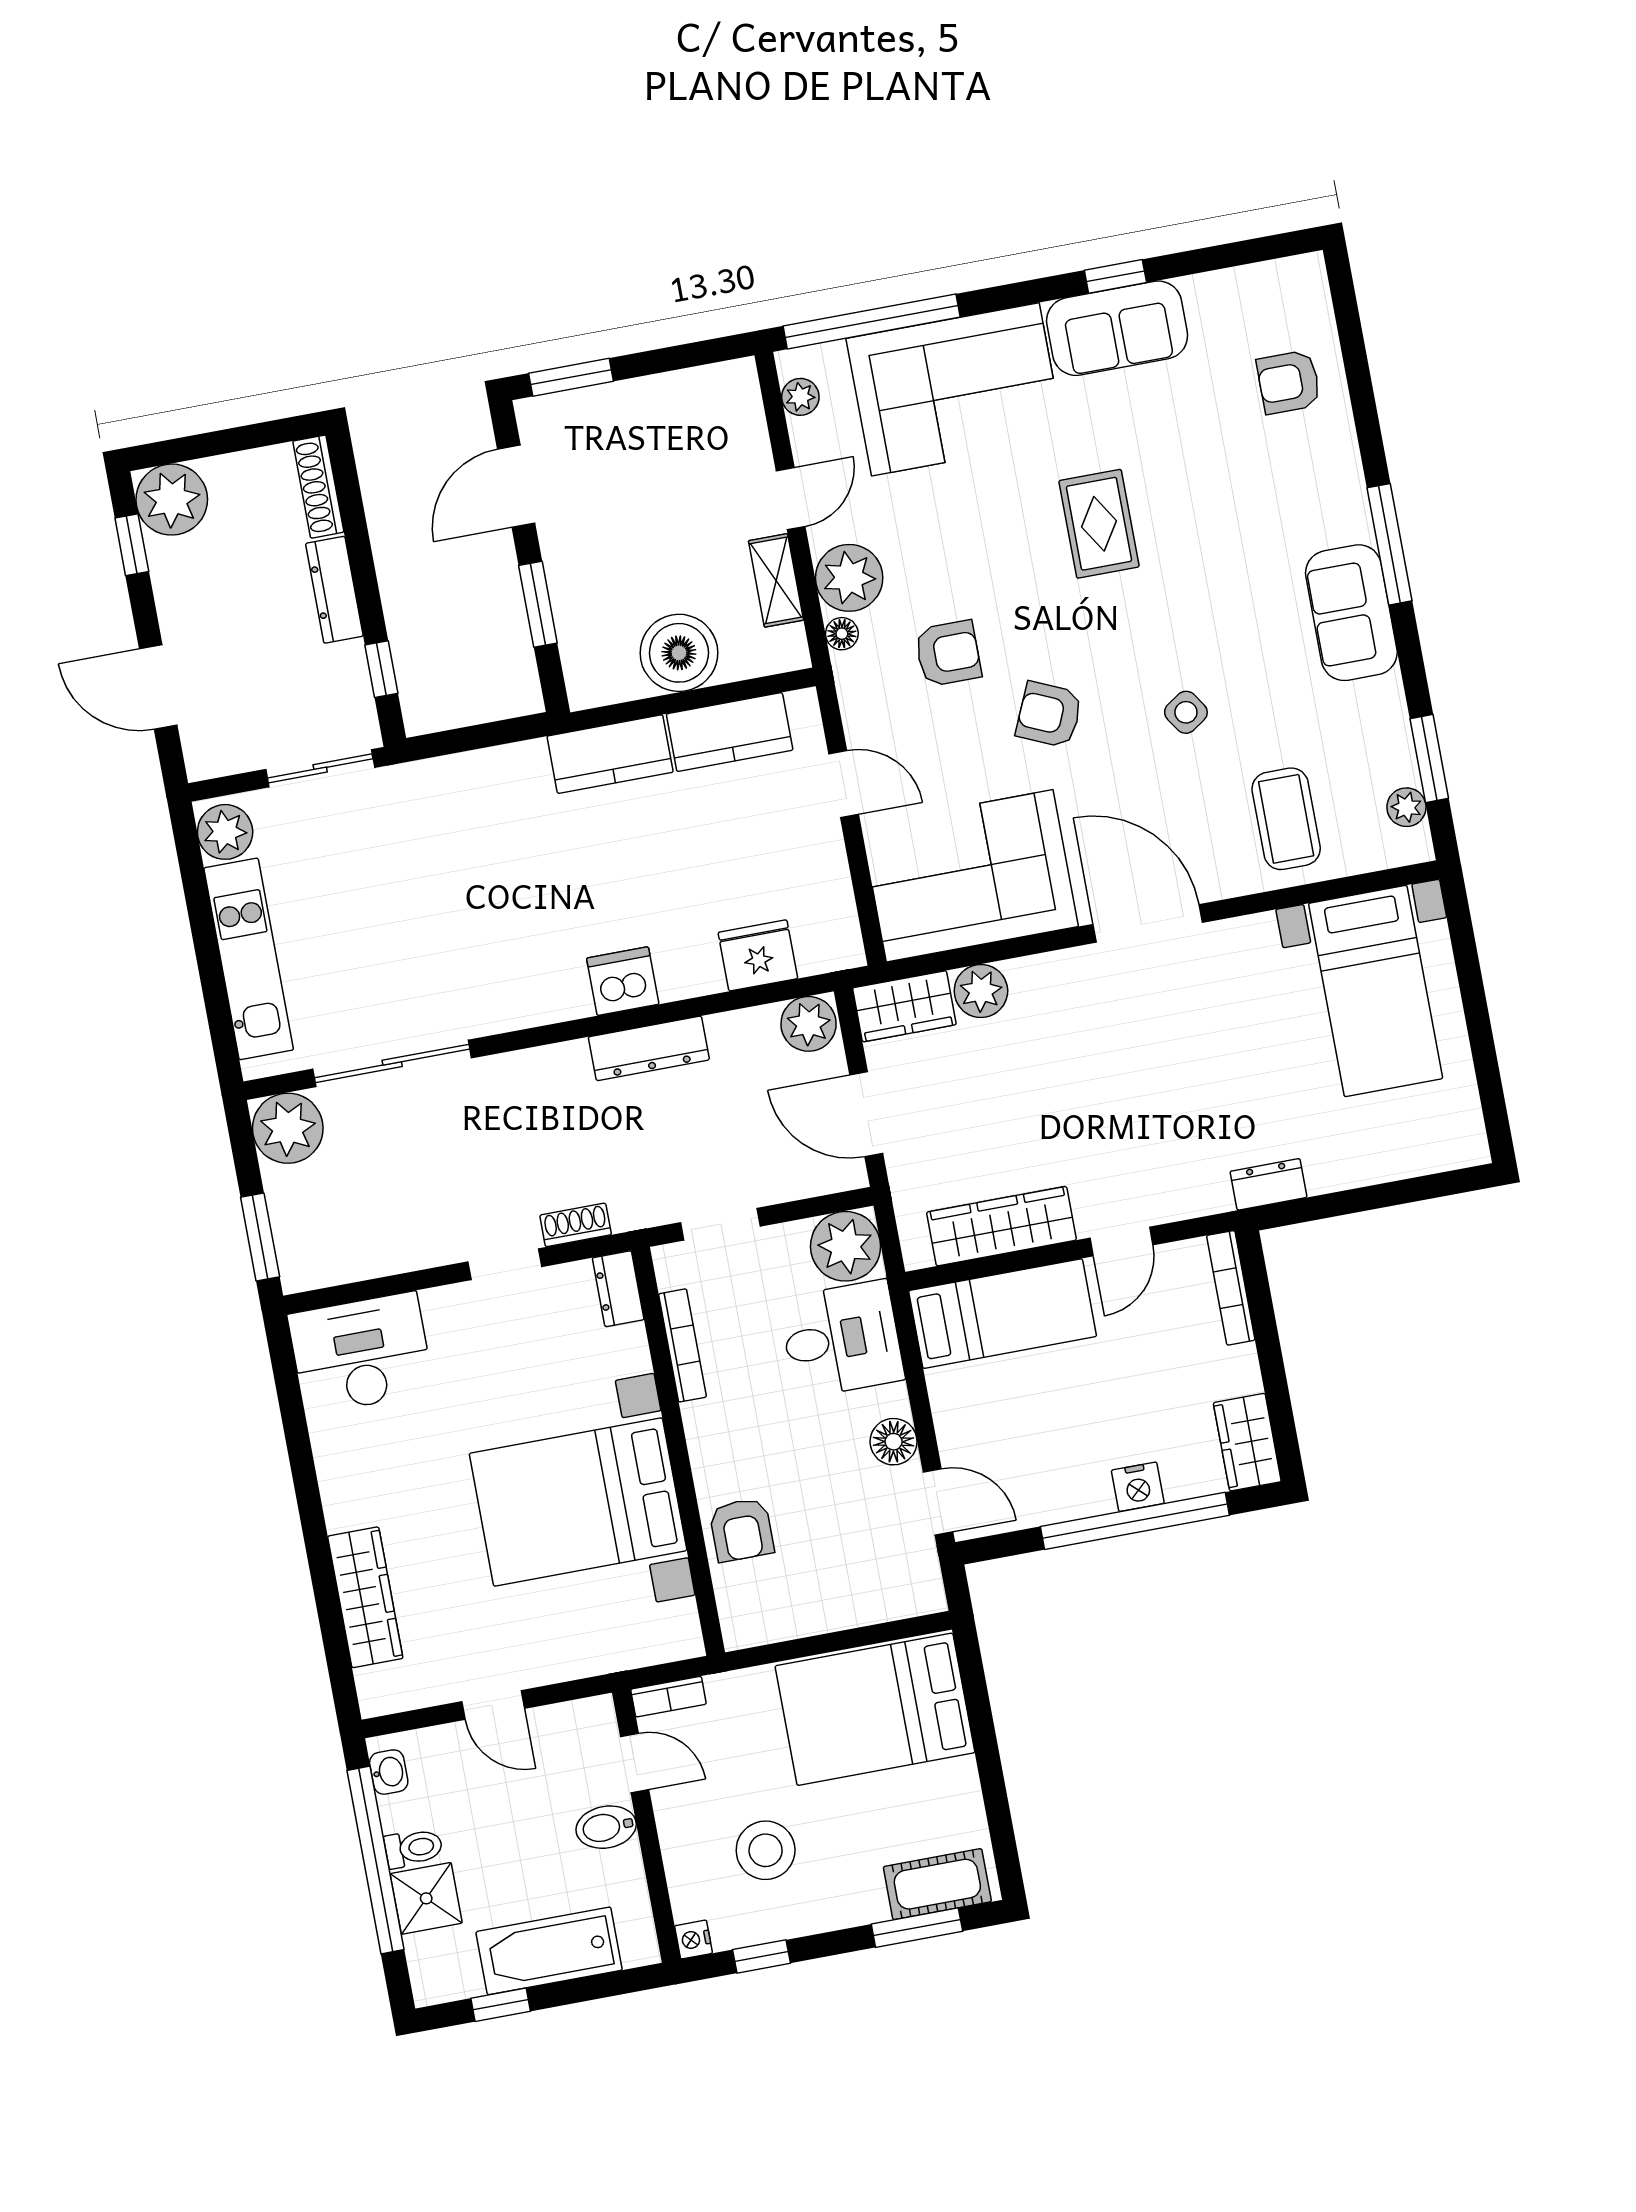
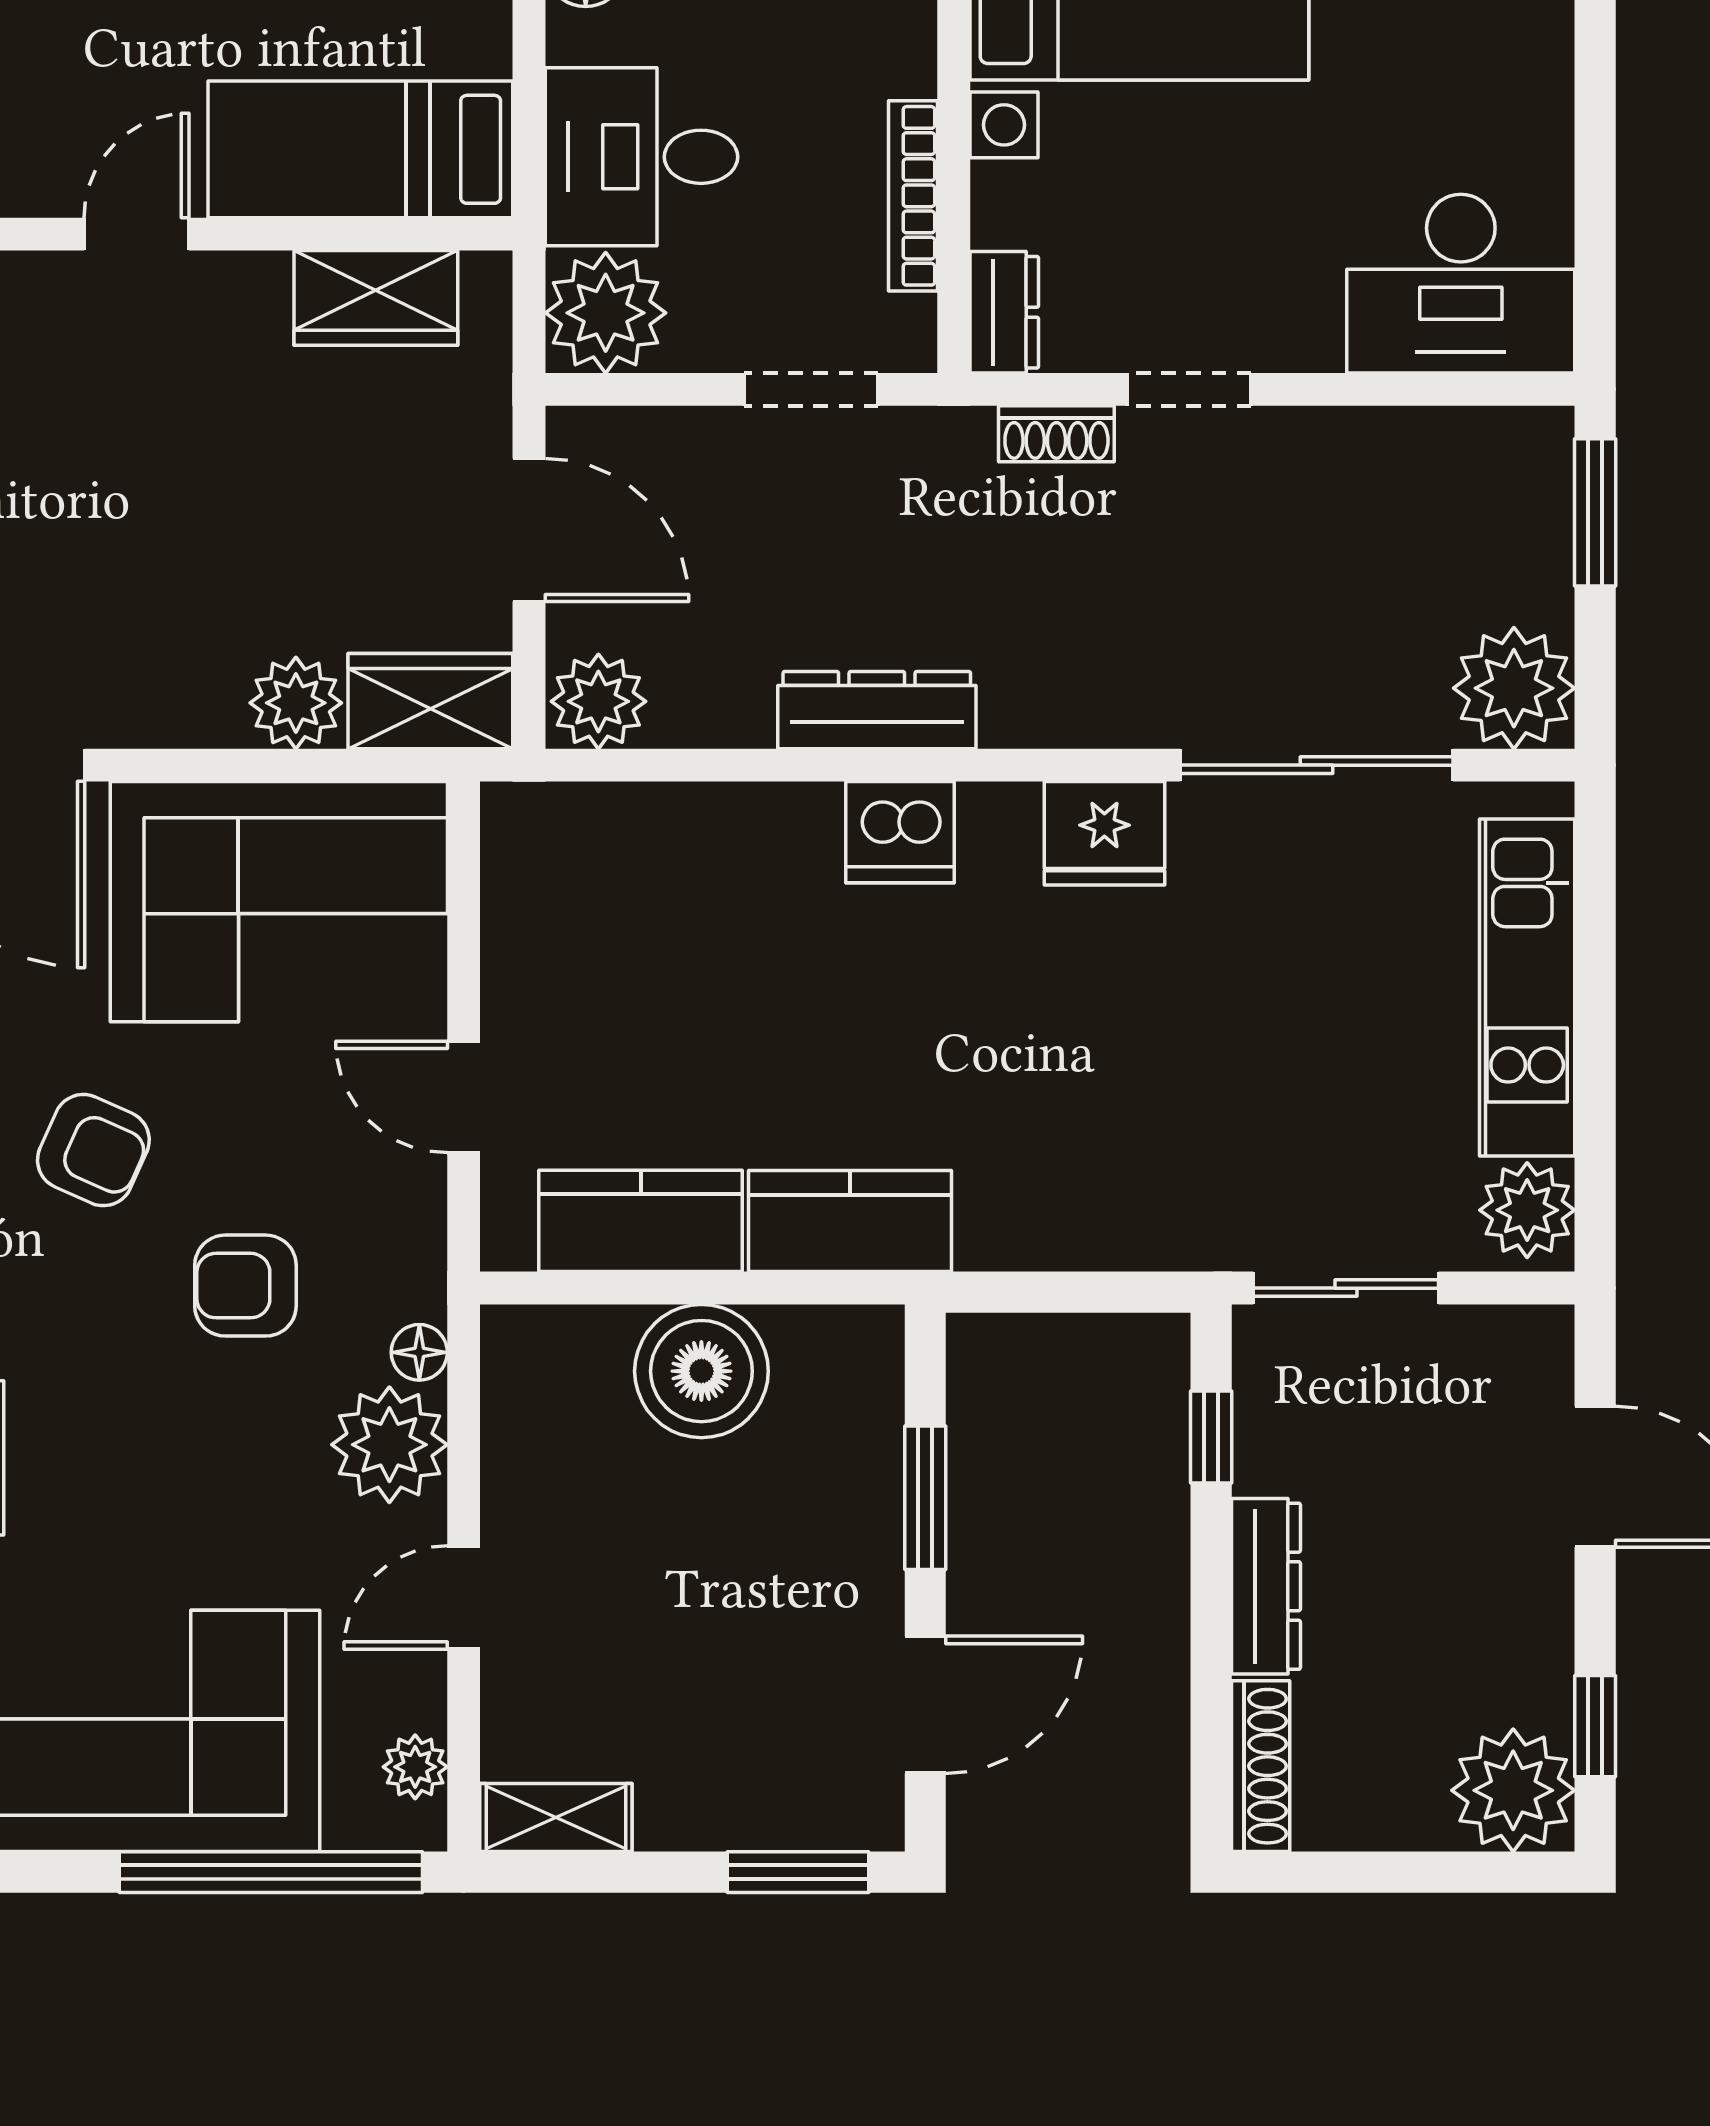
shelving: (776, 580) -> (556, 1818), moved, turned 90
fridge: (758, 955) -> (1104, 833), moved
wardrobe: (1001, 1226) -> (376, 298), width x0.67

